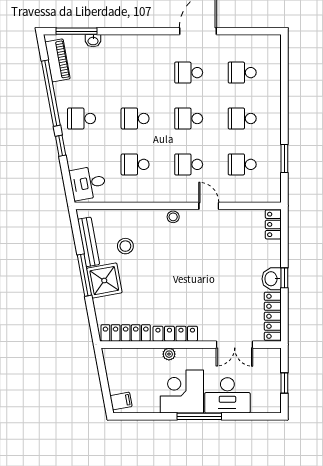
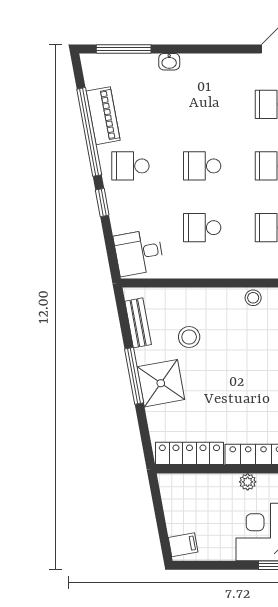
washbasin: (93, 41) -> (169, 62), moved
piano: (57, 60) -> (103, 116), moved
bench: (88, 242) -> (138, 323), width x0.73

